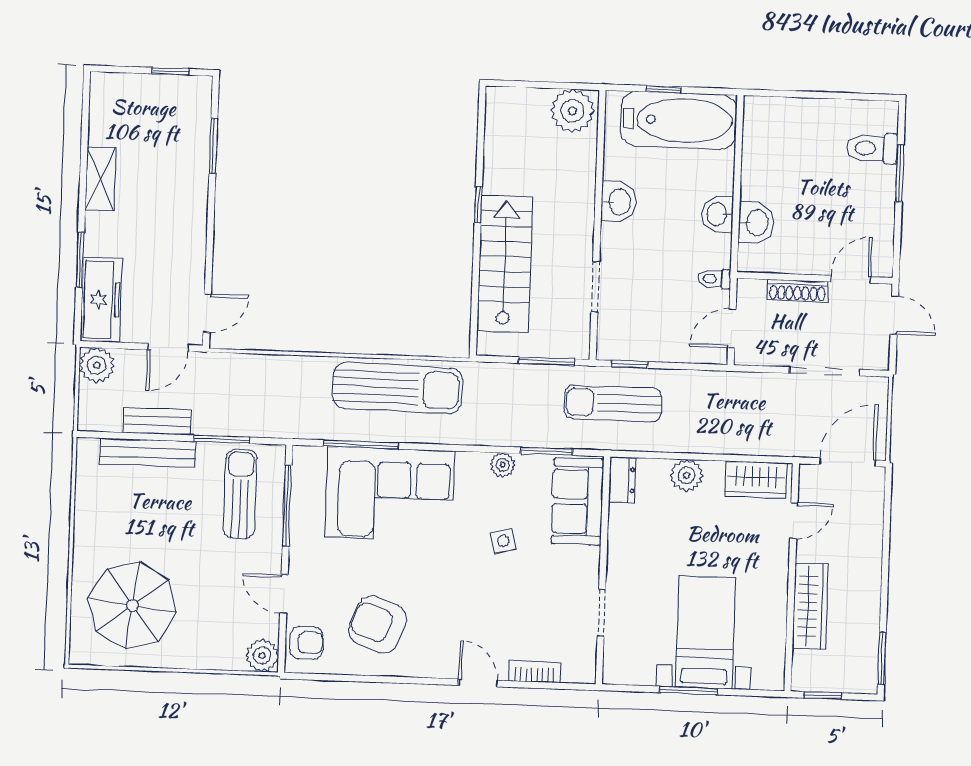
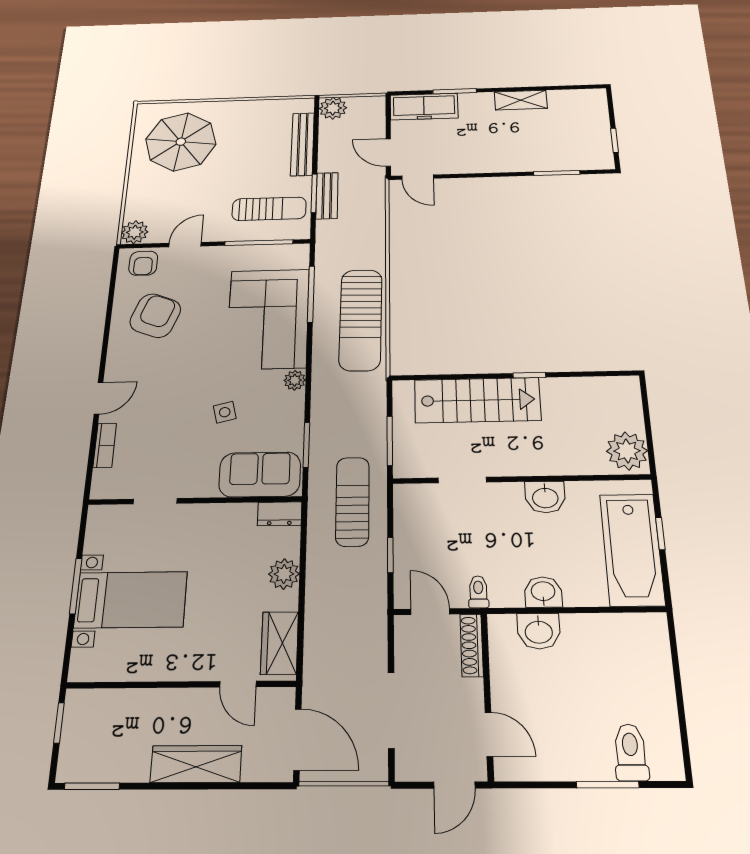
shoe rack: (797, 291) -> (472, 645), moved
window: (630, 364) -> (390, 555), moved
plant: (97, 365) -> (333, 108), moved
bench: (157, 421) -> (327, 196), moved
plant: (503, 465) -> (295, 380), moved
wardrobe: (810, 606) -> (196, 764), moved, turned 180

